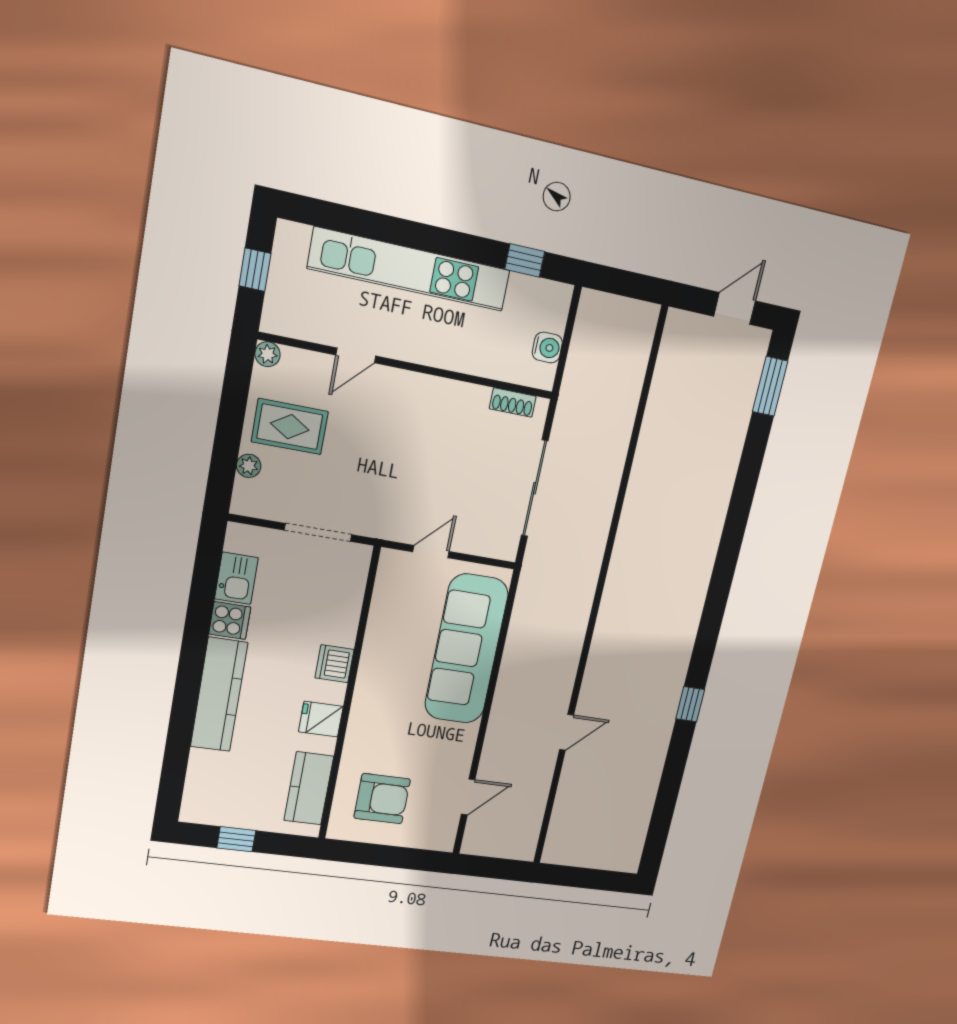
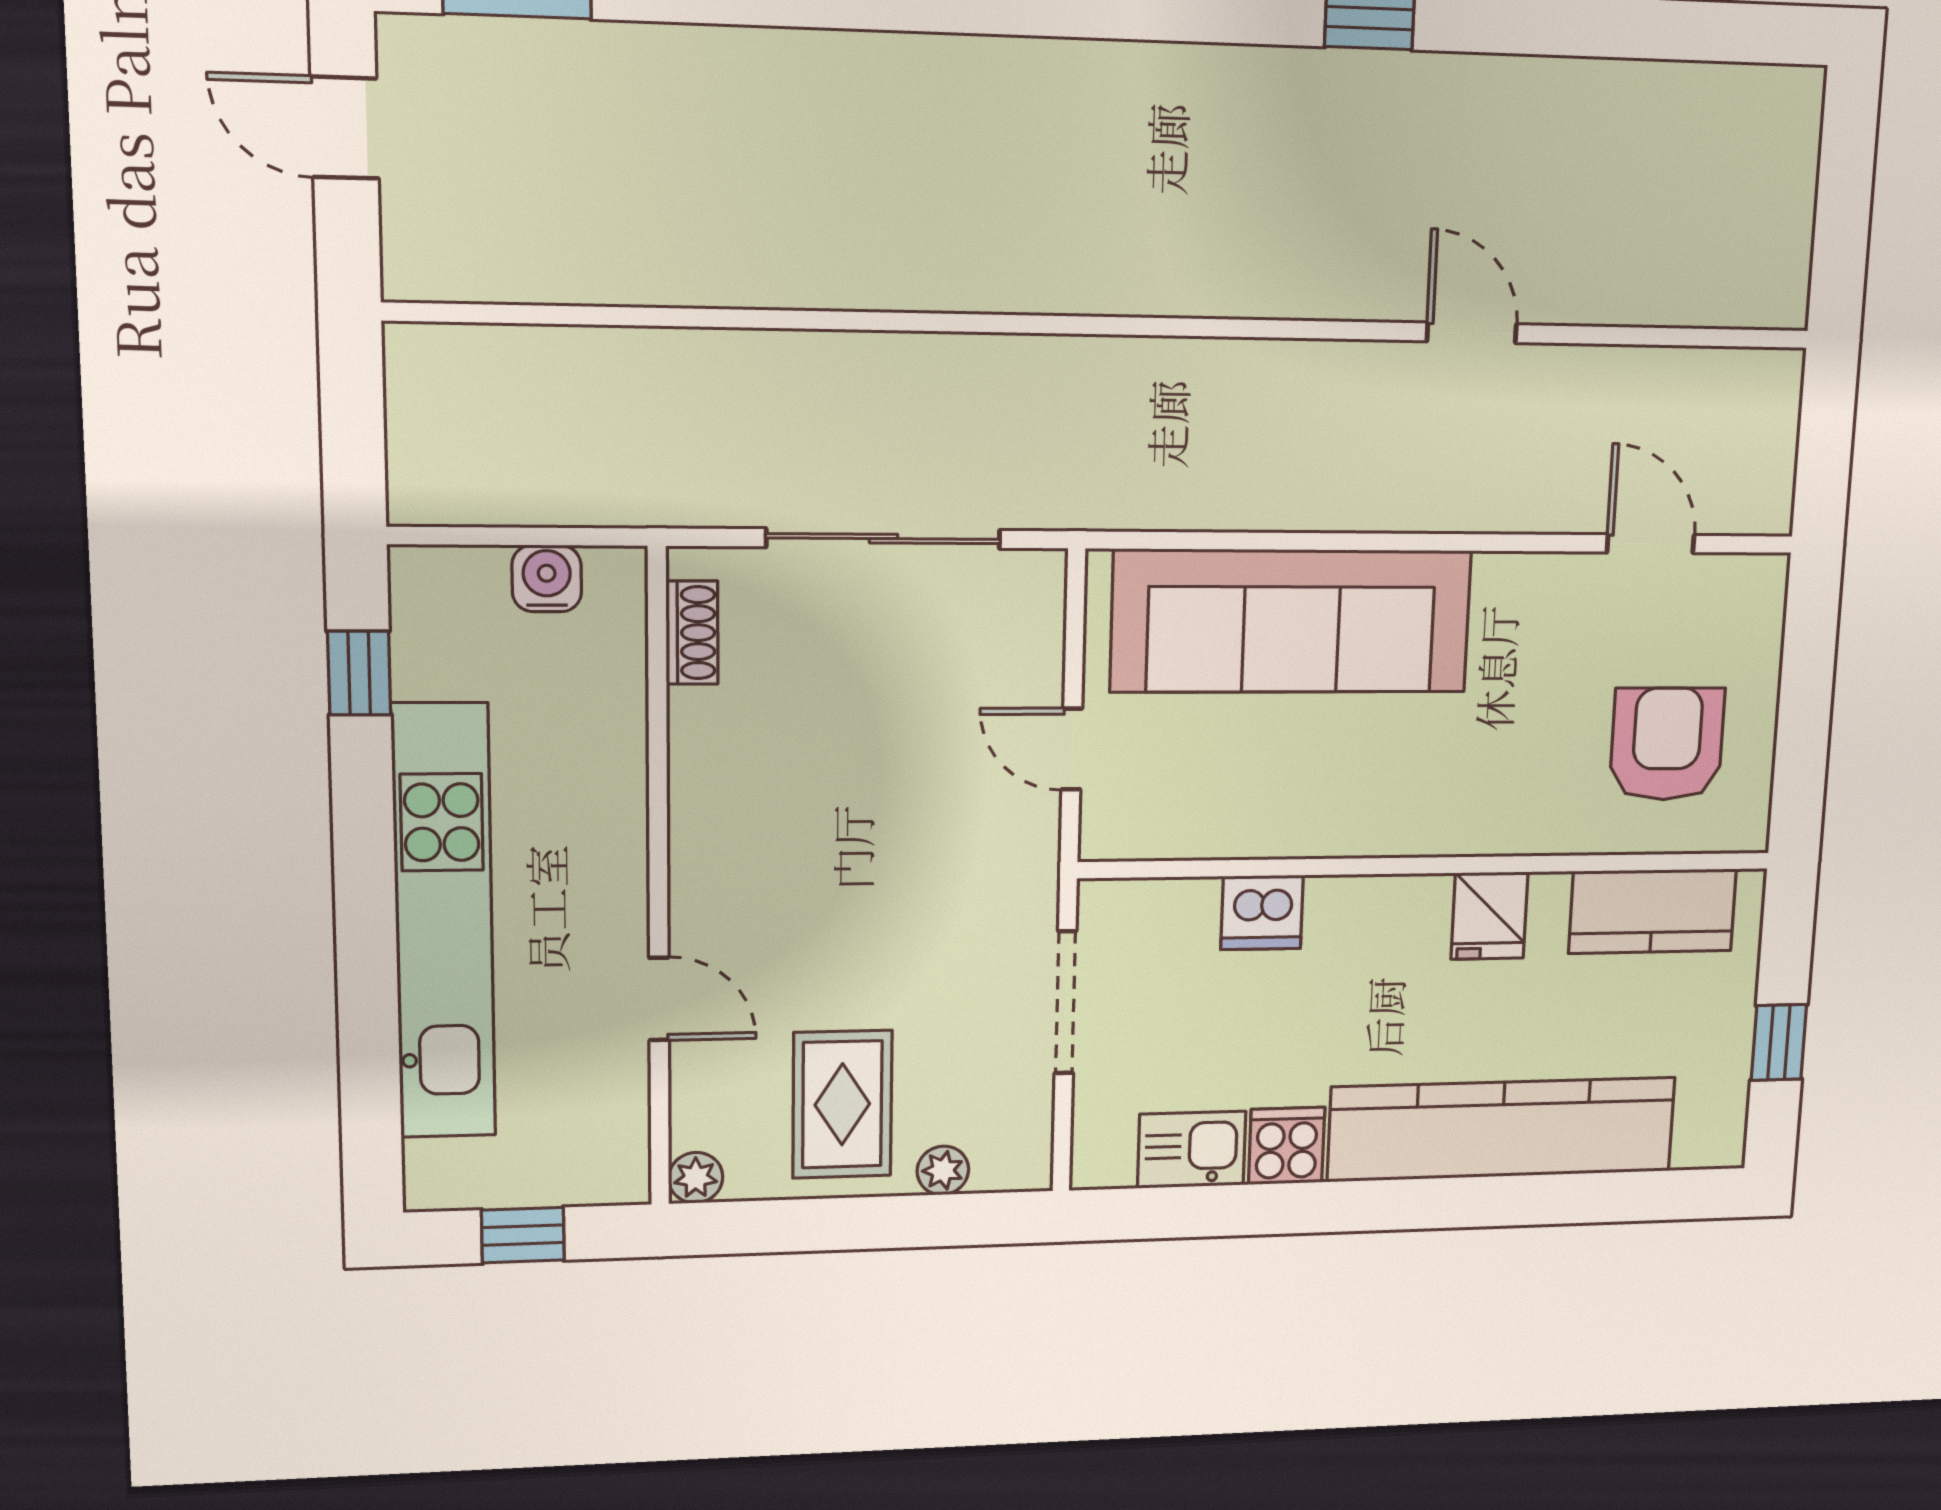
dishwasher: (334, 664) -> (1262, 912), moved
kitchen counter: (219, 695) -> (1502, 1129), width x1.39, depth x1.17

